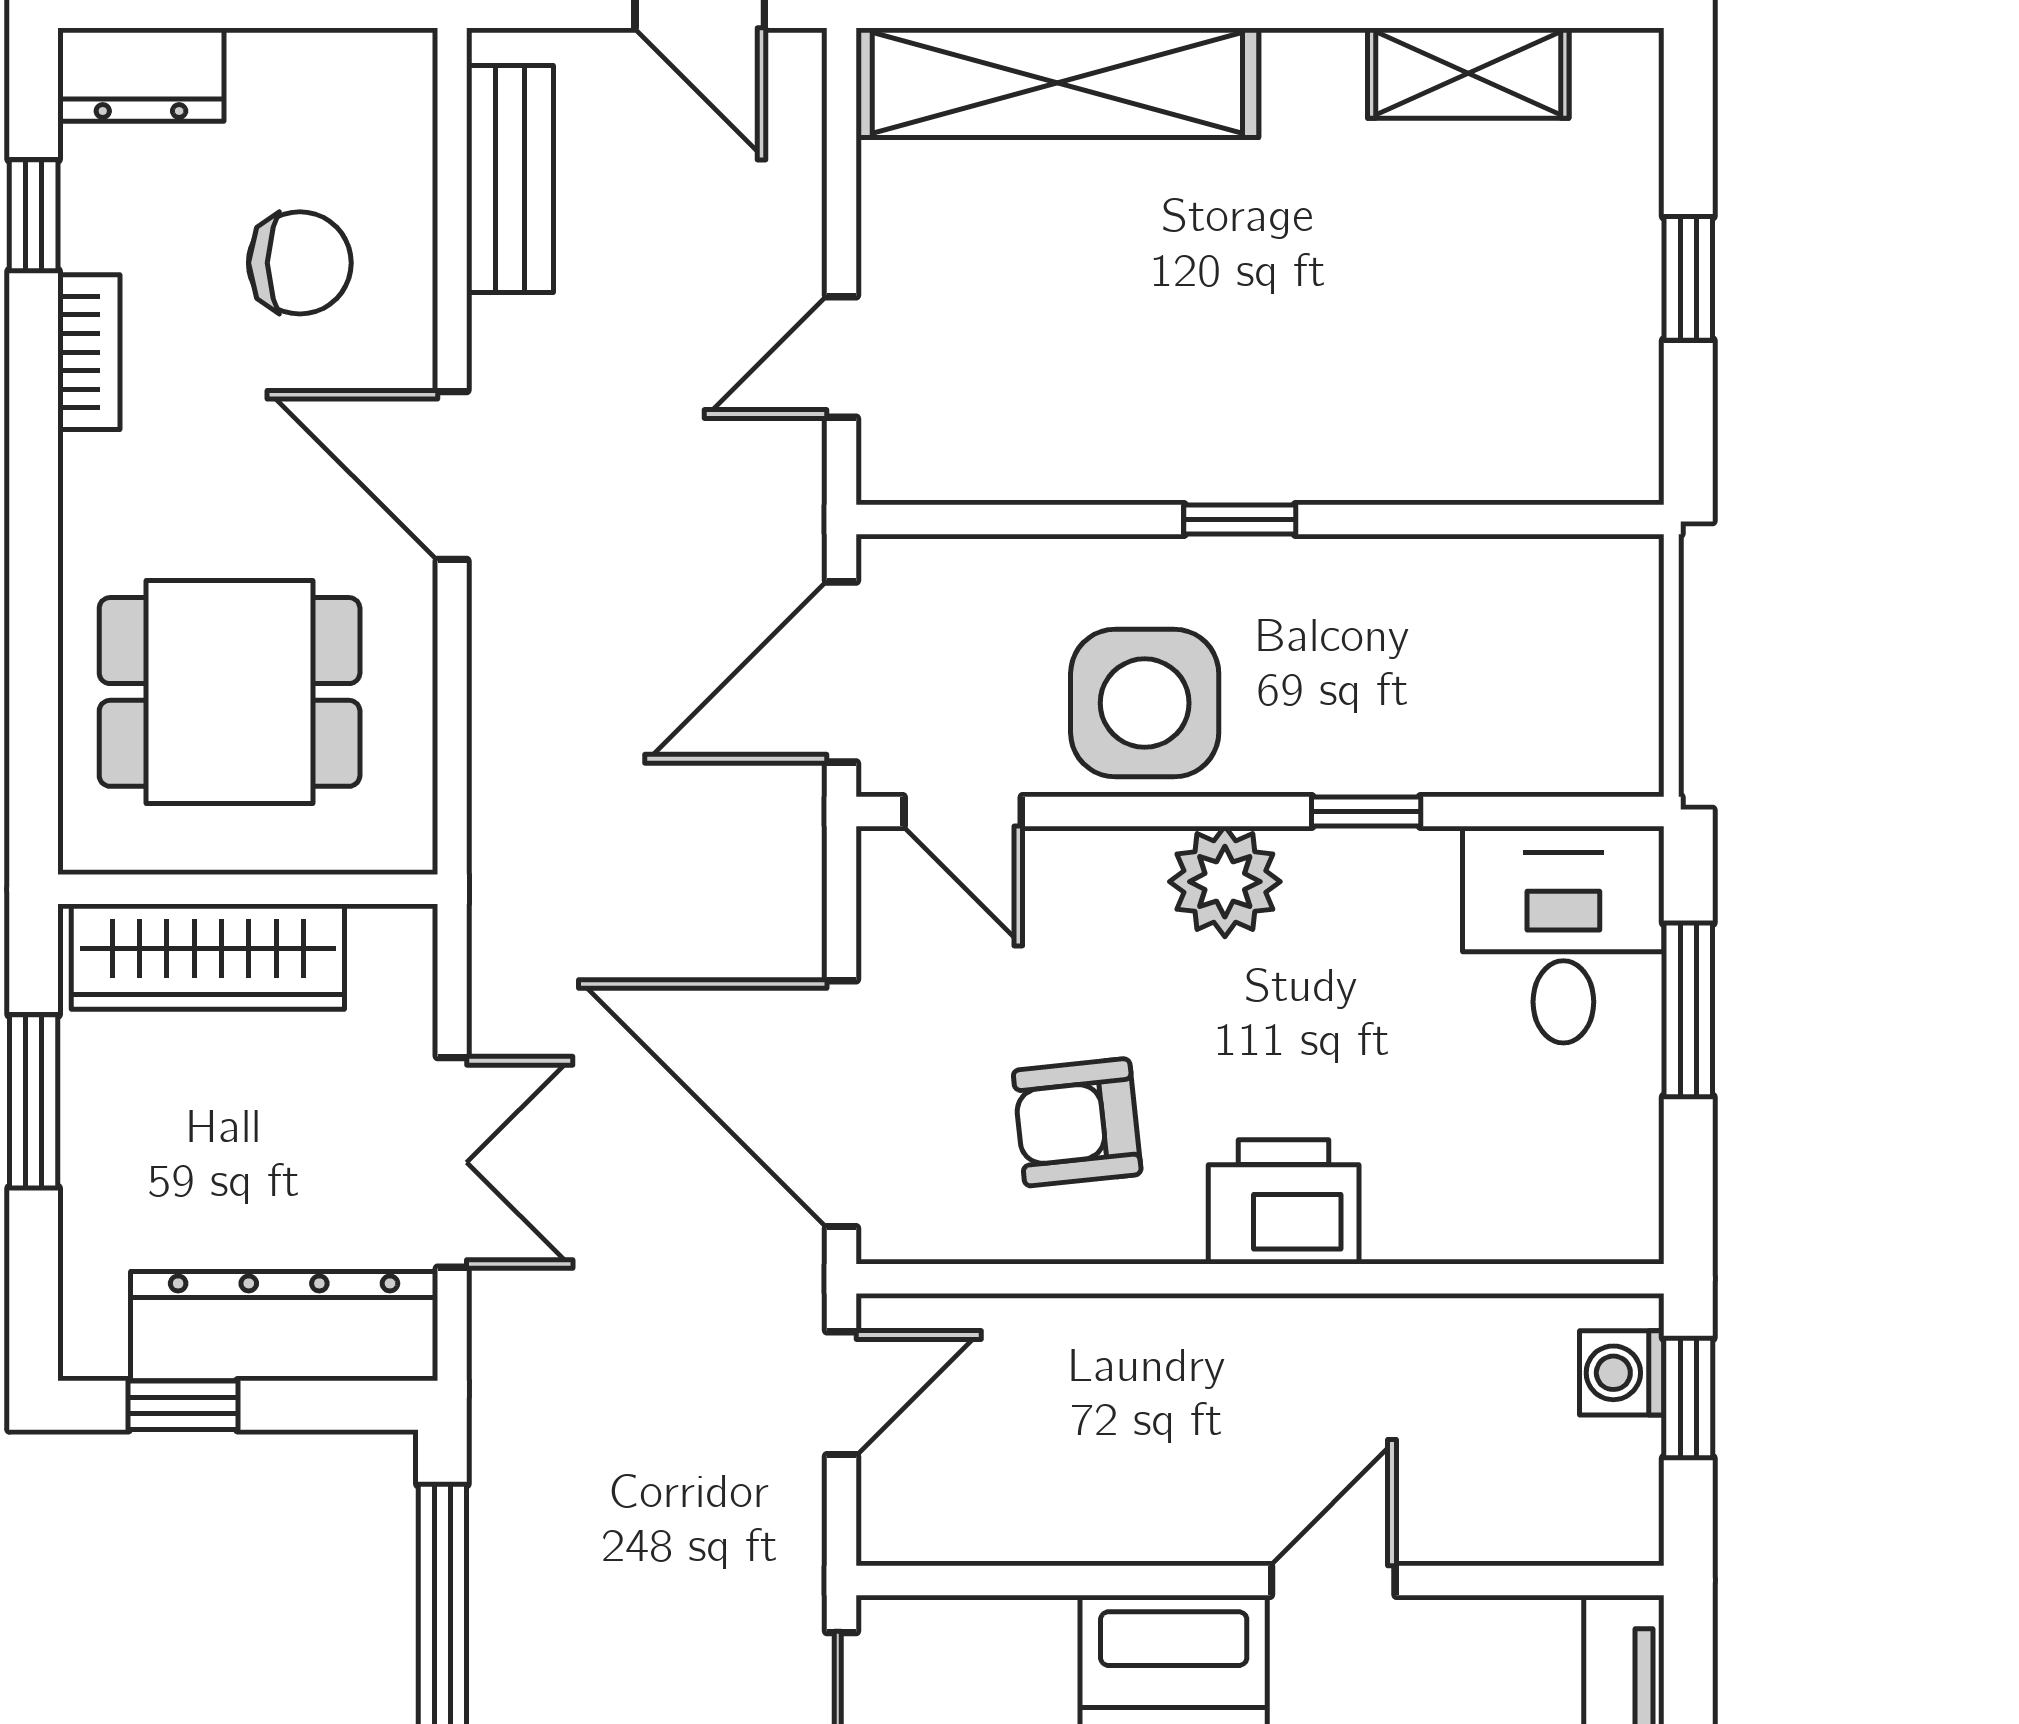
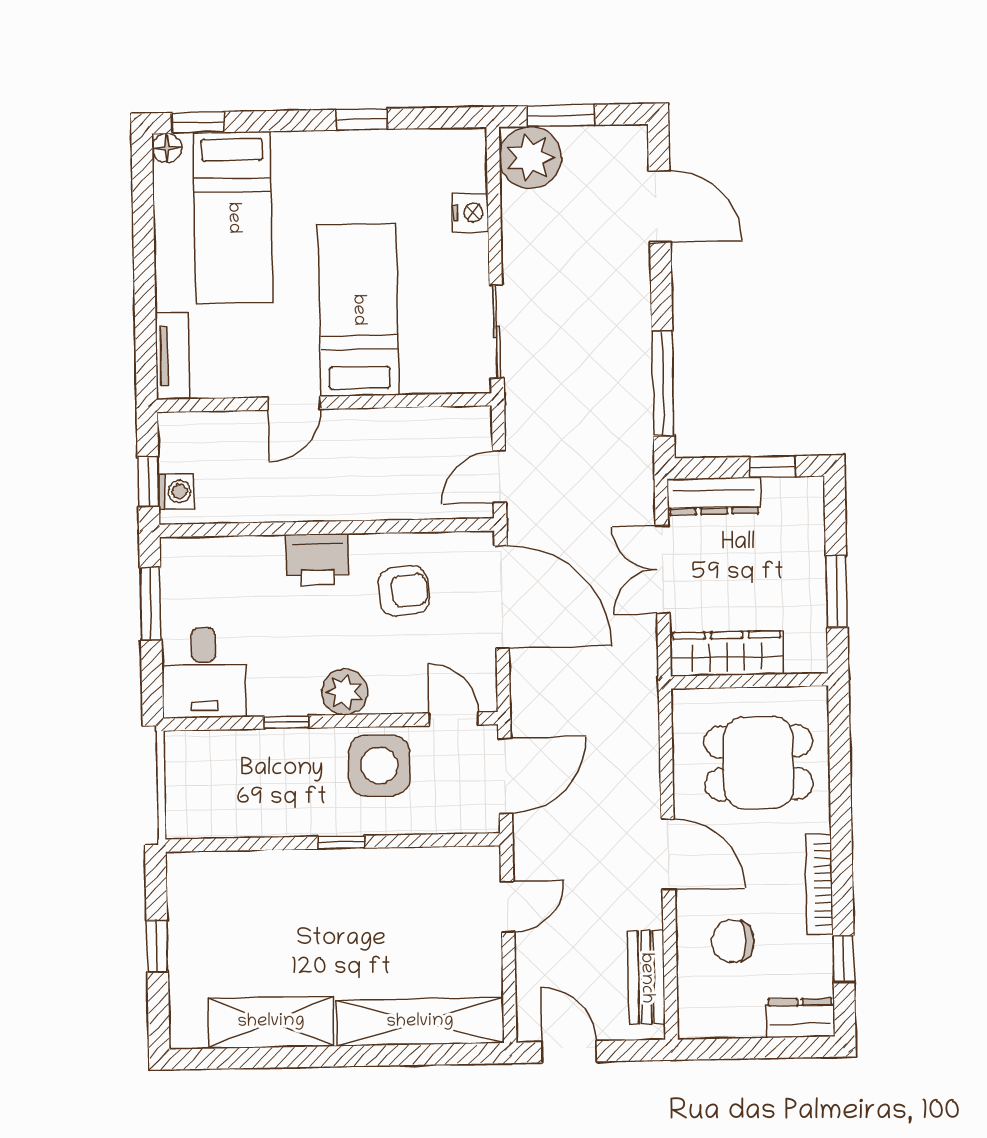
shelving: (1468, 73) -> (271, 1022), width x1.50, depth x1.33
bookcase: (89, 352) -> (819, 884), width x1.56
wardrobe: (208, 957) -> (727, 654), moved
window: (1688, 1010) -> (151, 603), moved
dresser: (284, 1326) -> (714, 496), width x0.73, depth x0.80

